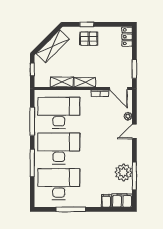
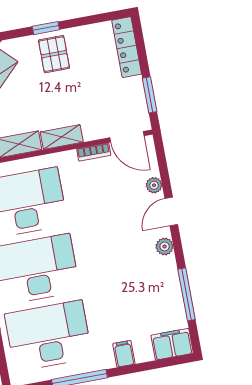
locker: (127, 37) -> (127, 47), width x1.53
pallet: (89, 39) -> (54, 54), turned 90
plant: (123, 172) -> (165, 246), moved, width x0.53, depth x0.53
filing cabinet: (106, 201) -> (124, 354), moved

